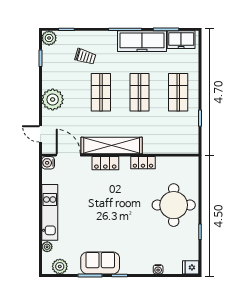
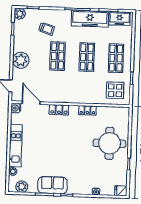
display table: (178, 135) -> (115, 90), added
shelving: (112, 145) -> (64, 97), removed

